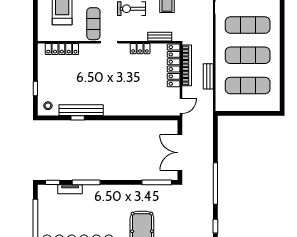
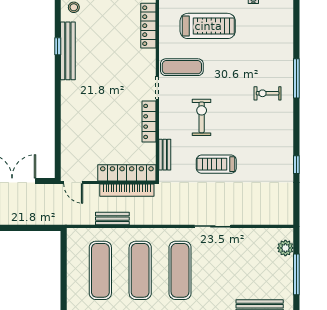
locker: (140, 49) -> (149, 121), width x1.53

